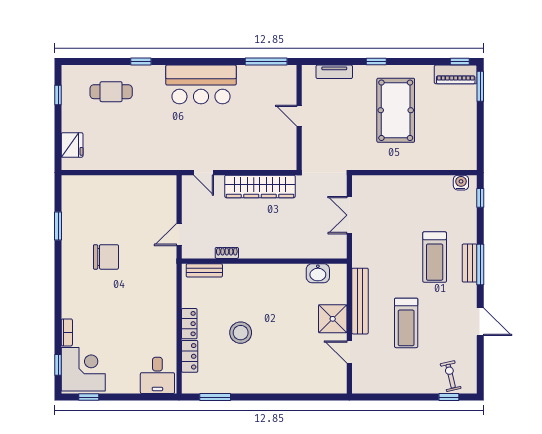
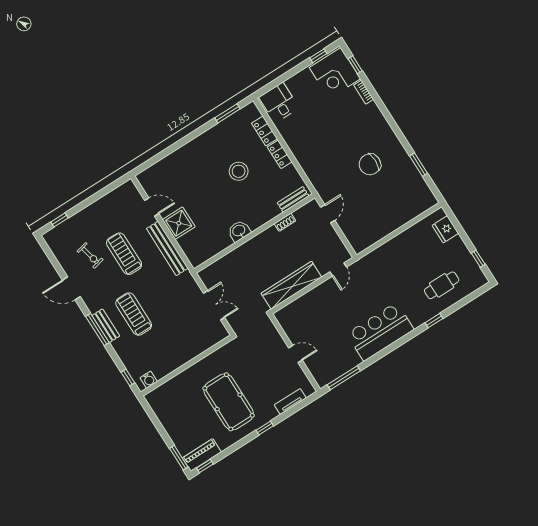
door: (204, 173) -> (338, 269), swing flipped
washbasin: (318, 273) -> (239, 231), moved
exercise bike: (451, 376) -> (90, 255), moved

